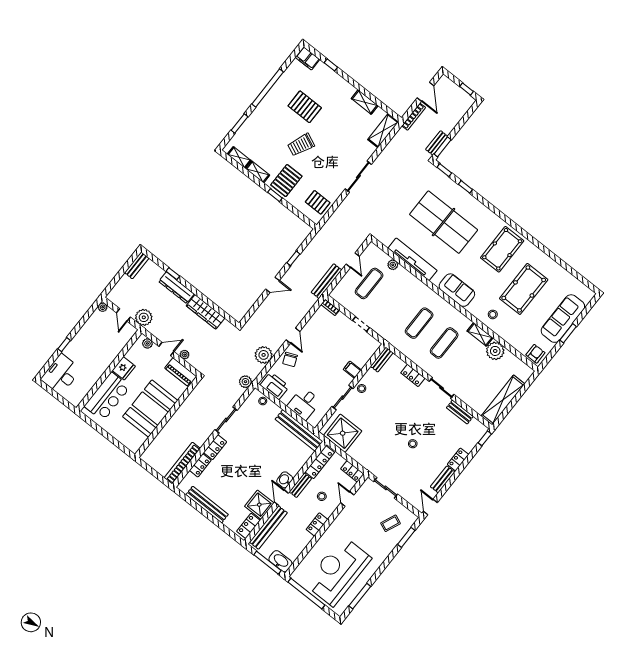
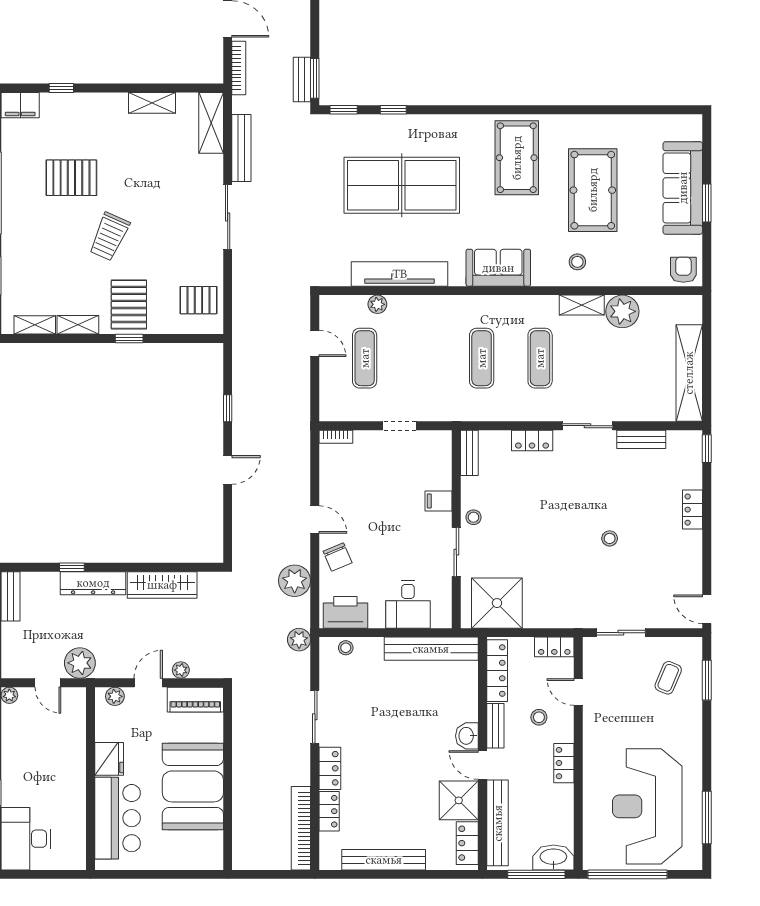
bench: (327, 281) -> (241, 148), moved
bench: (443, 479) -> (693, 556), removed

